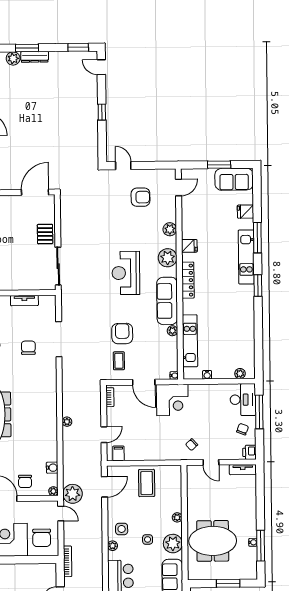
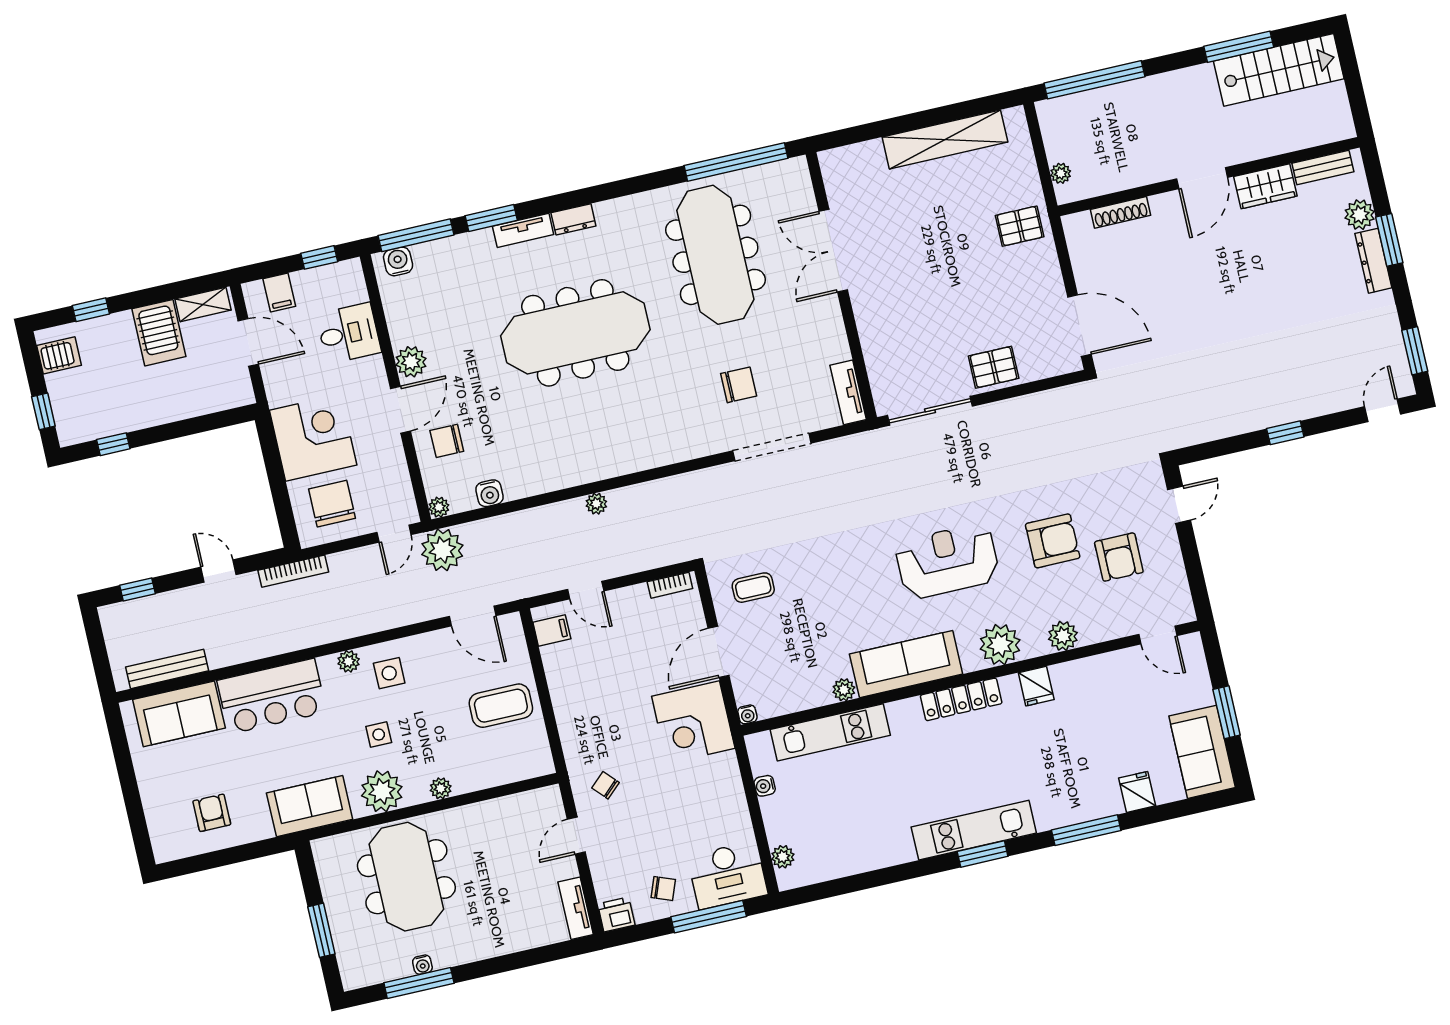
kitchen unit: (246, 257) -> (974, 830), moved
tv unit: (24, 301) -> (848, 392), moved
armchair: (122, 334) -> (1053, 541), moved
chair: (42, 538) -> (332, 504), turned 90

